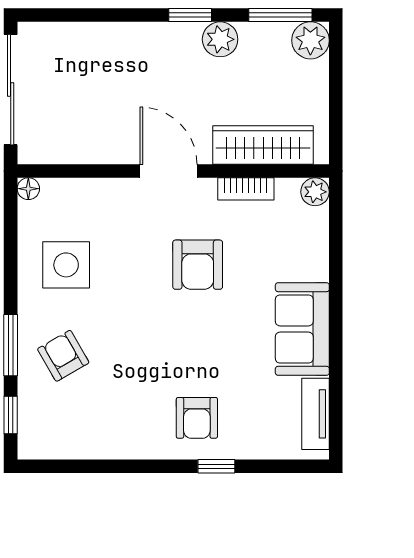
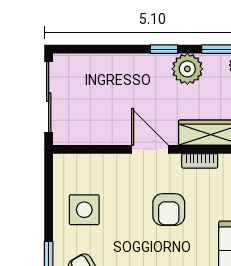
plant: (220, 39) -> (187, 69), width x1.36, depth x1.36
floor lamp: (28, 189) -> (60, 161), removed

